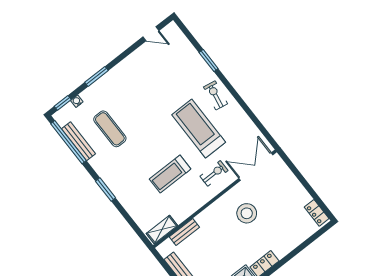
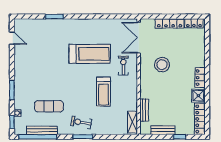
door: (151, 34) -> (12, 38), hinge flipped
exercise bike: (215, 95) -> (81, 122), moved
treadmill: (199, 128) -> (90, 54), turned 180
locker: (296, 187) -> (170, 23), added

